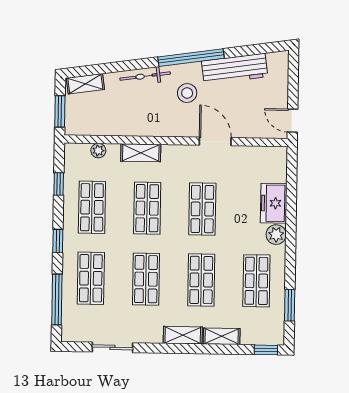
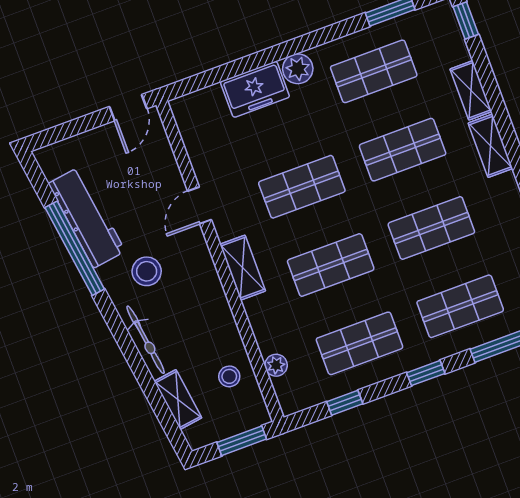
window: (191, 58) -> (75, 248), moved
shelving: (85, 84) -> (178, 400), moved
stool: (103, 119) -> (229, 376), added
door: (215, 141) -> (199, 205), width x0.73
shelving: (141, 153) -> (243, 268), moved

